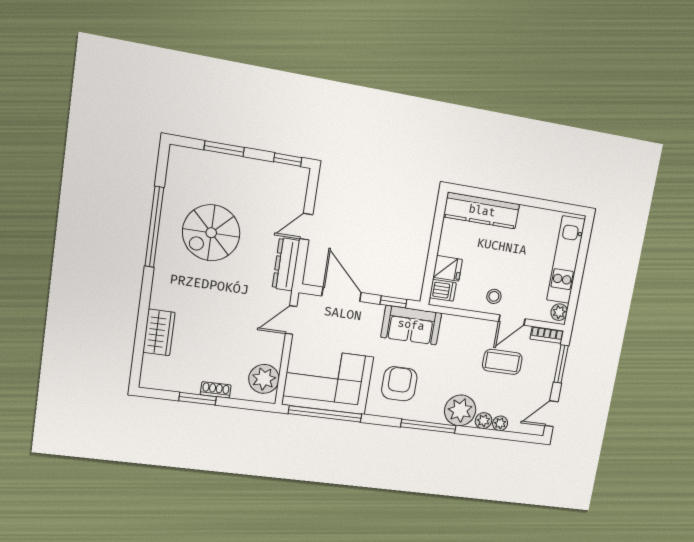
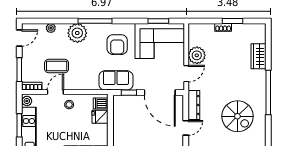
window: (154, 227) -> (268, 93), moved
spiral stairs: (211, 233) -> (237, 116), turned 90
window: (579, 274) -> (19, 125), added
door: (342, 294) -> (160, 93), width x1.36
plant: (264, 379) -> (197, 55), moved
window: (325, 414) -> (158, 21), width x0.47
plant: (484, 421) -> (62, 28), removed

